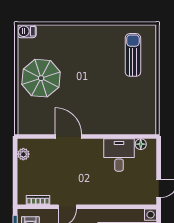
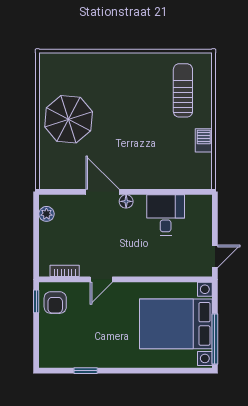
barbecue: (27, 31) -> (204, 140), moved, turned 90
floor lamp: (141, 144) -> (126, 201), moved

